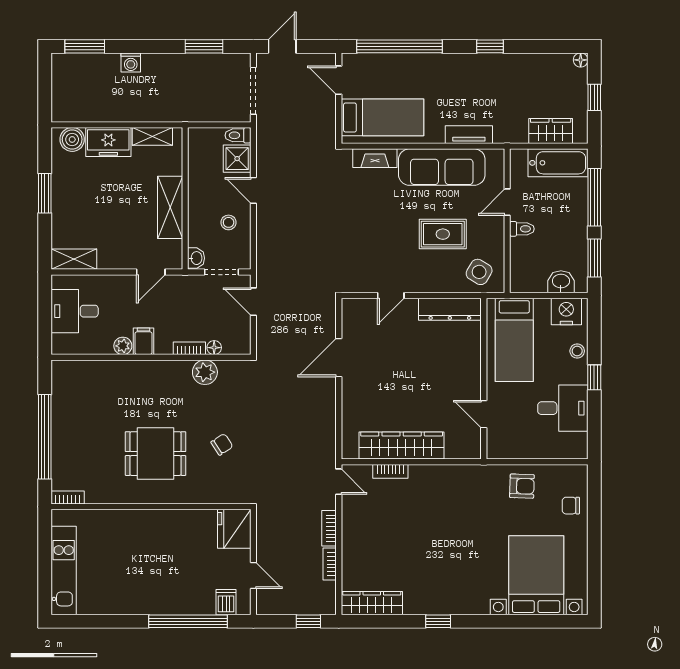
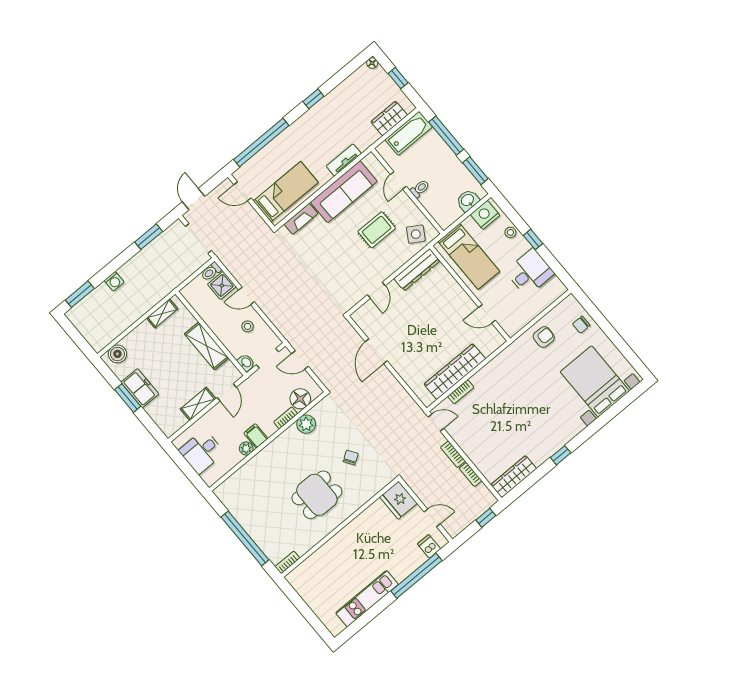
freezer: (108, 142) -> (140, 388), moved, turned -90
shelving: (74, 259) -> (198, 404), moved
floor lamp: (214, 348) -> (300, 399), width x1.89, depth x1.89
kitchen unit: (64, 571) -> (367, 599), moved, turned -90

